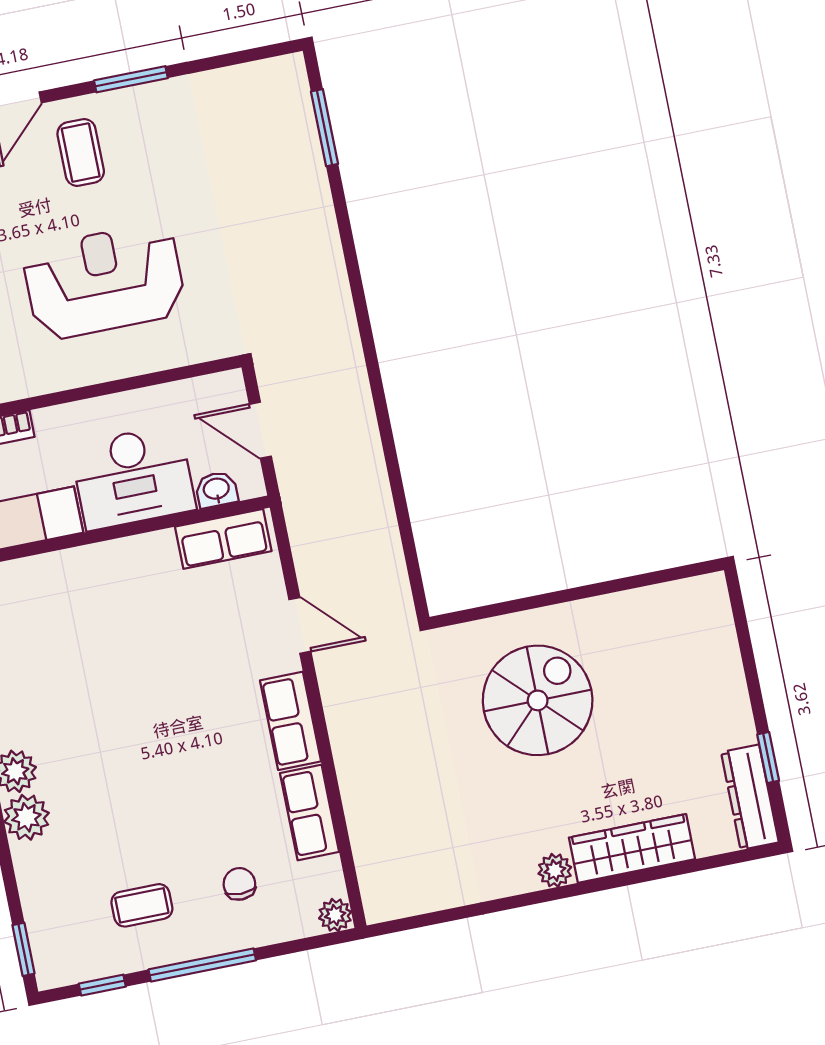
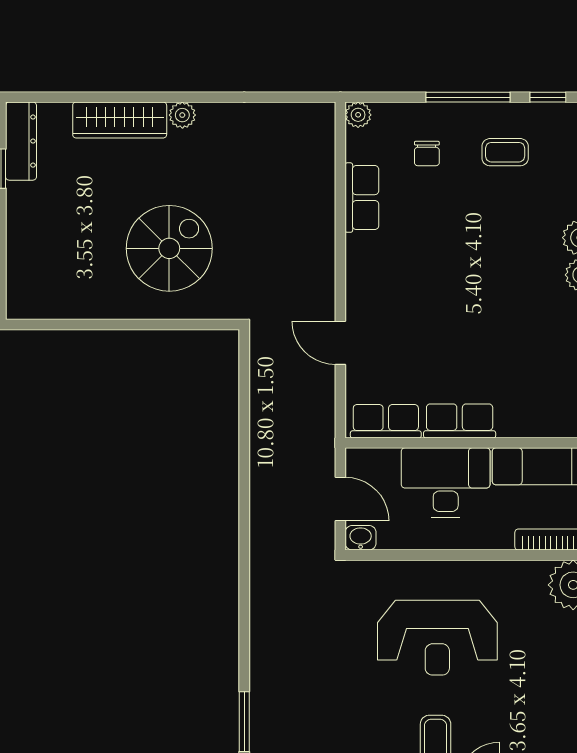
washbasin: (216, 490) -> (361, 538), moved, turned 180
spiral stairs: (538, 700) -> (169, 248), turned 180
row of seats: (290, 721) -> (460, 421), moved, turned -90

